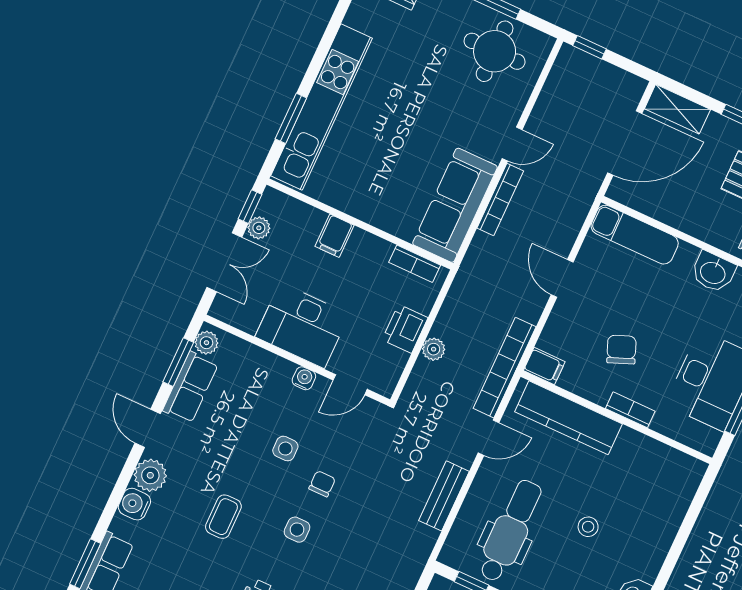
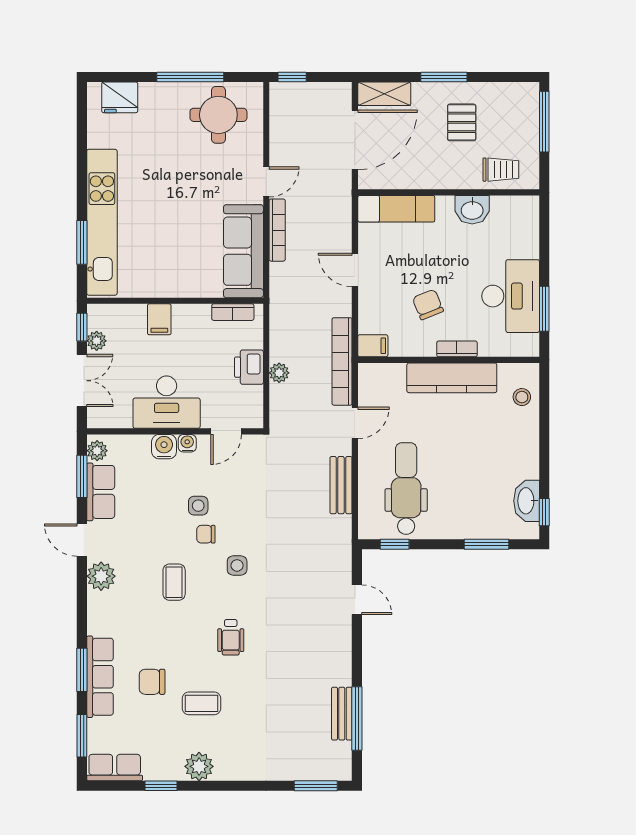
kitchen counter: (568, 418) -> (452, 378), moved
chair: (322, 484) -> (206, 534), moved, turned -90
water cooler: (134, 504) -> (164, 447), moved, turned 90
stool: (588, 527) -> (522, 397), moved

